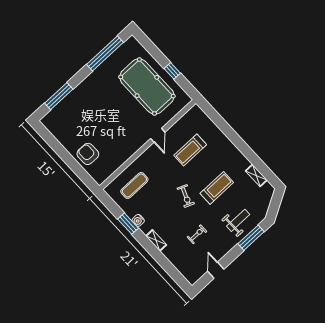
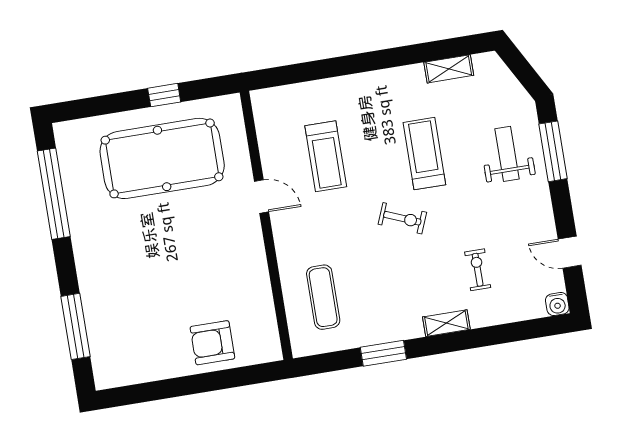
water cooler: (138, 220) -> (557, 304), moved
exercise bike: (197, 234) -> (478, 270), moved

